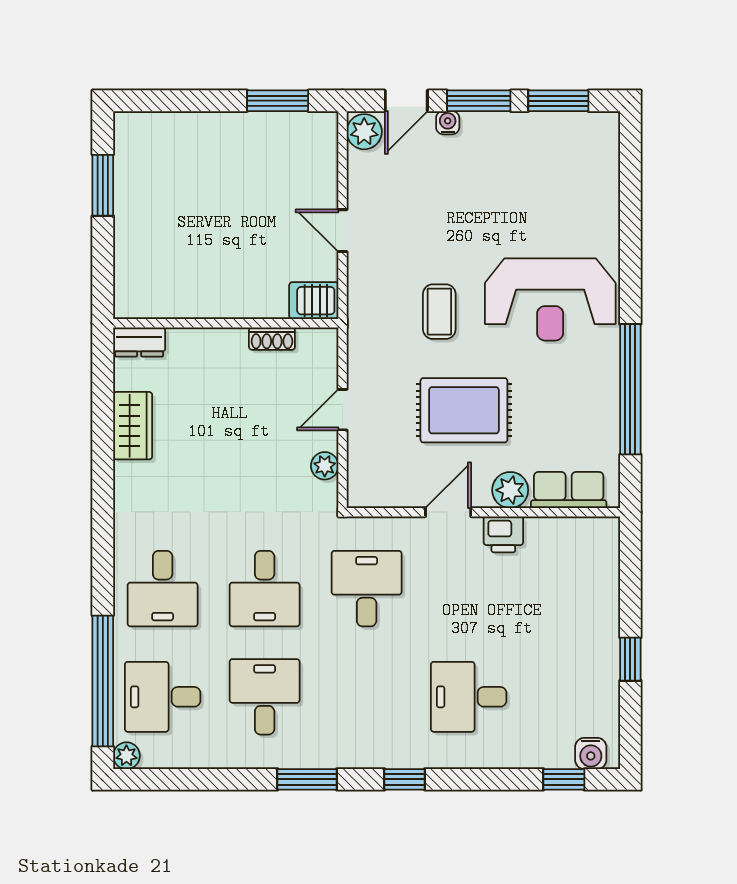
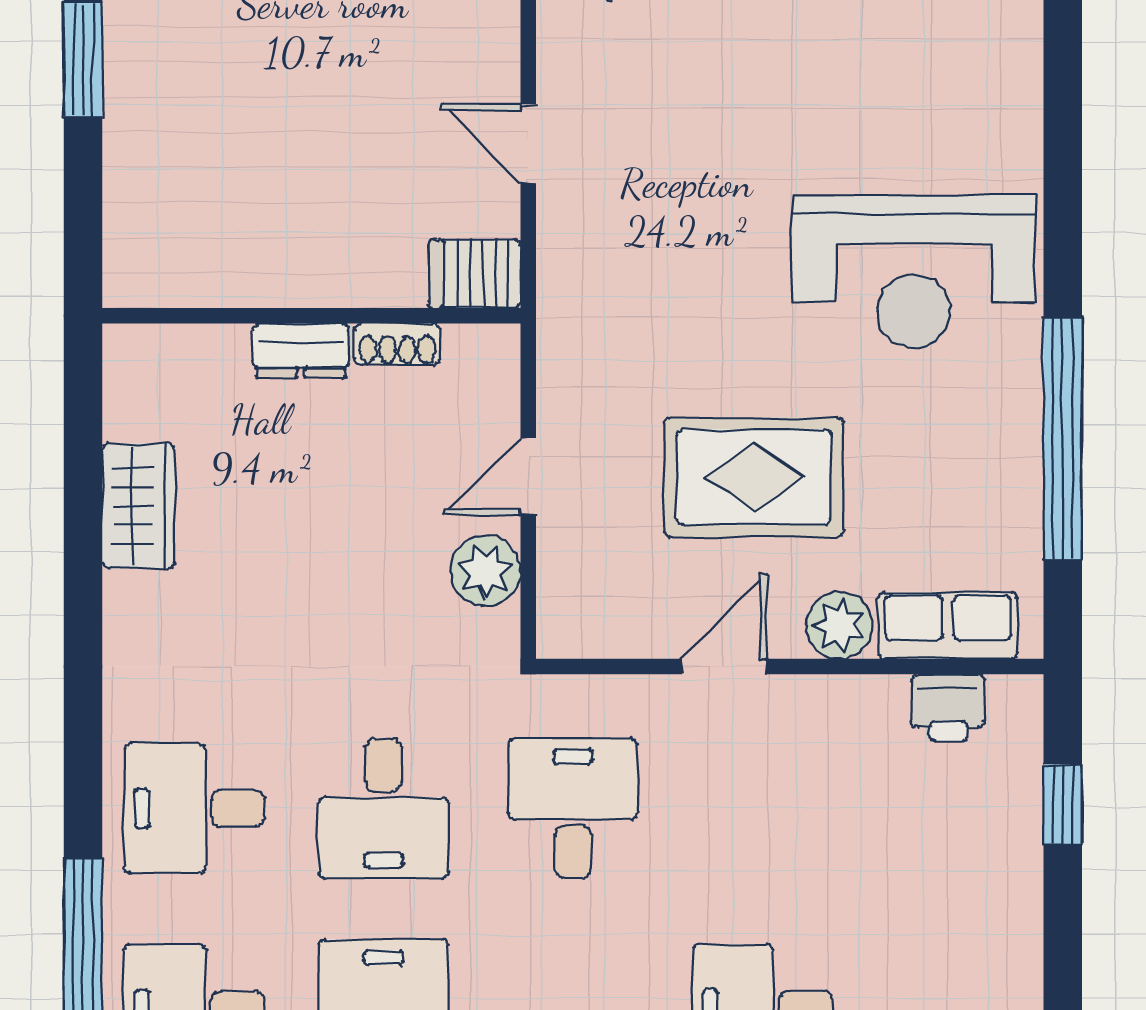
coffee table: (439, 312) -> (708, 294), removed
dresser: (139, 342) -> (301, 351), moved
plant: (325, 466) -> (485, 571), width x1.38, depth x1.38
printer: (503, 534) -> (948, 708), moved
desk: (163, 589) -> (194, 808), turned 90
window: (630, 659) -> (1063, 804), moved

